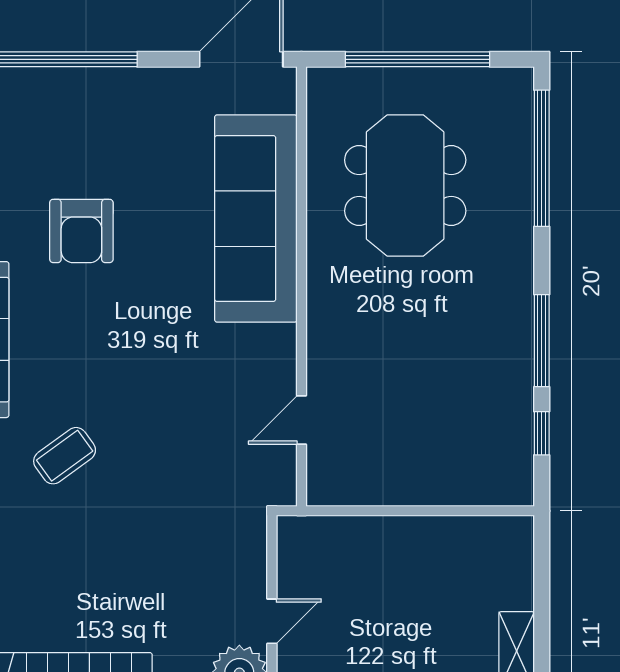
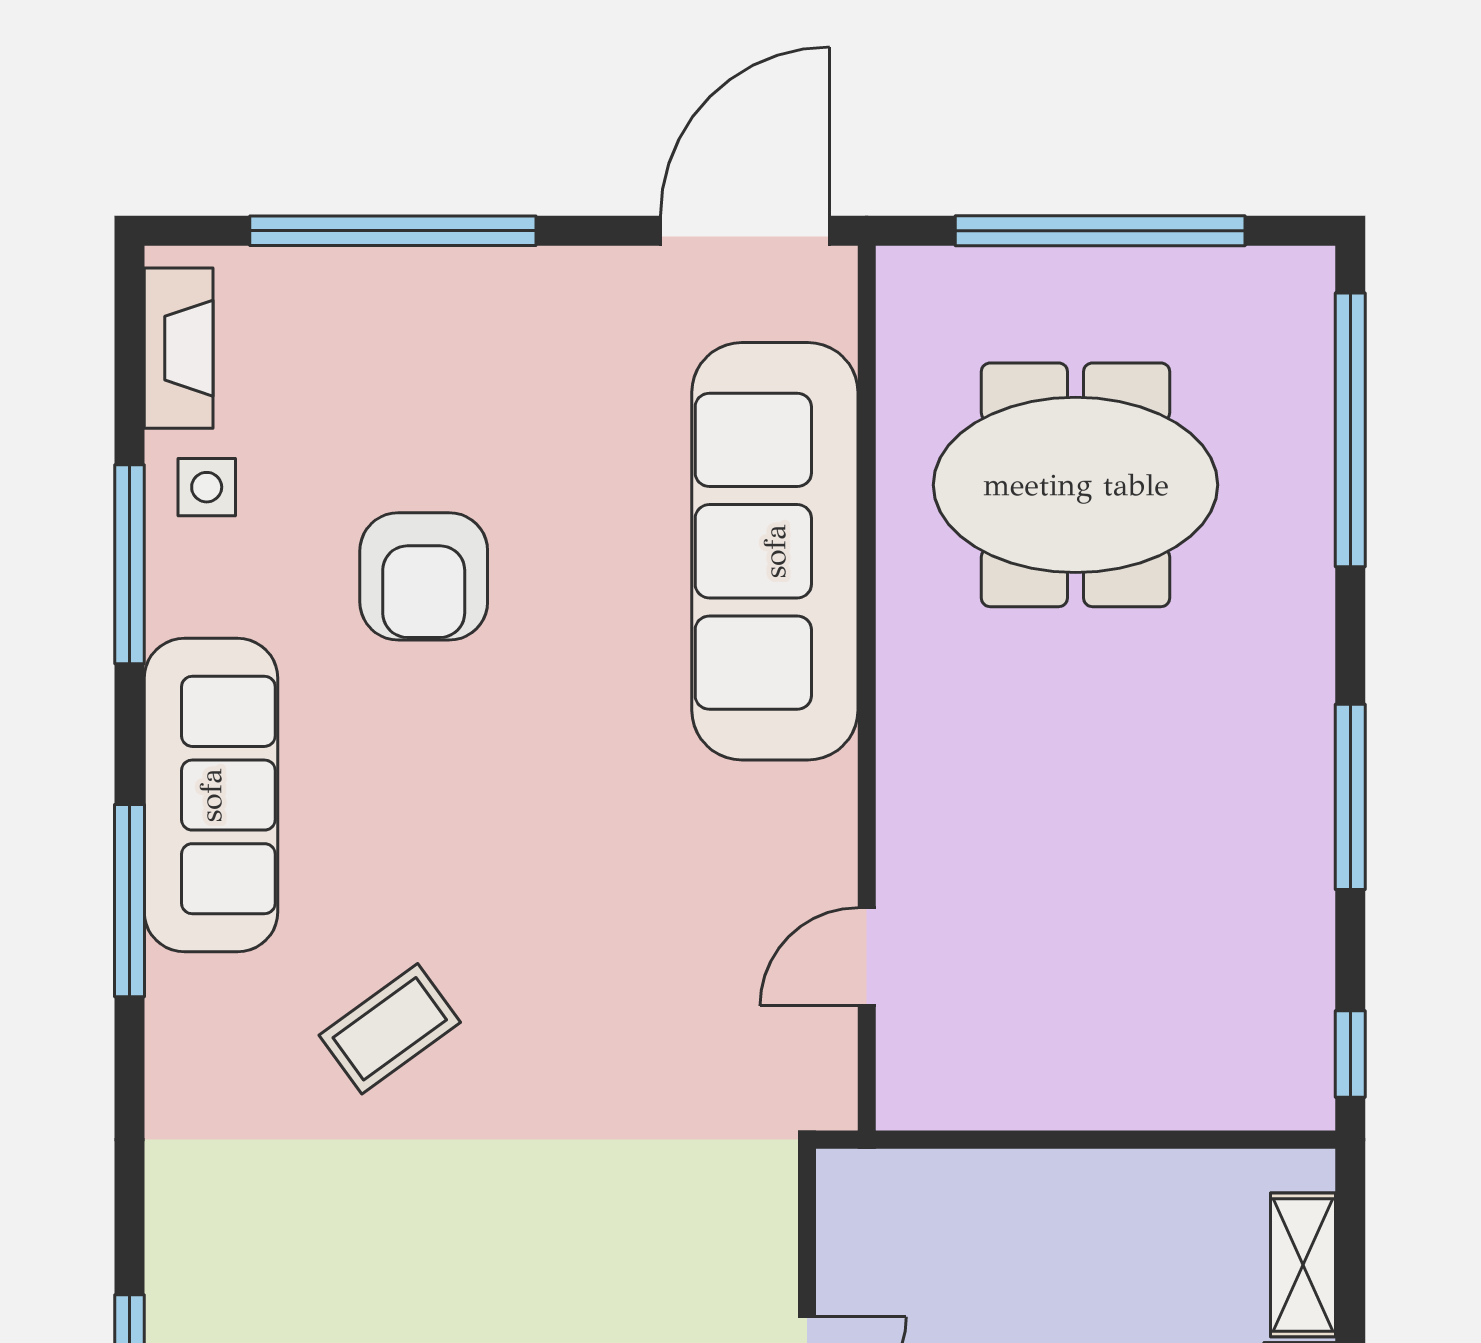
meeting table: (405, 185) -> (1076, 485), turned 90
window: (542, 433) -> (1350, 1054), moved
shelving: (518, 573) -> (1303, 1265), added

